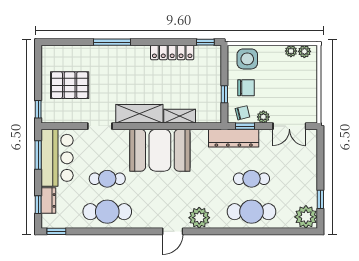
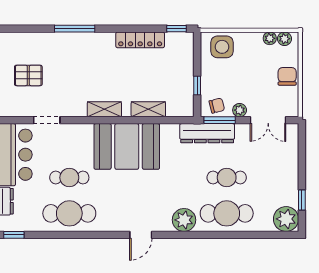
pallet: (70, 85) -> (28, 75), width x0.67, depth x0.71
chair: (246, 88) -> (287, 76), moved, turned -90
shelving: (139, 114) -> (104, 109), width x0.67, depth x0.75
doorway: (100, 126) -> (47, 120), moved
window: (245, 126) -> (220, 120), width x1.50
plant: (199, 218) -> (184, 220), moved

